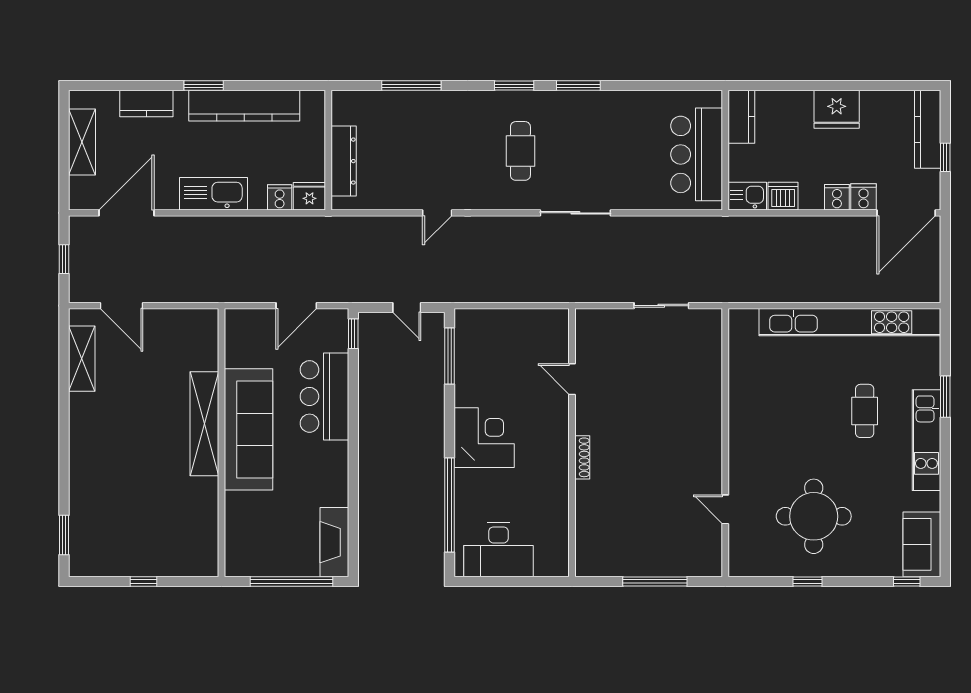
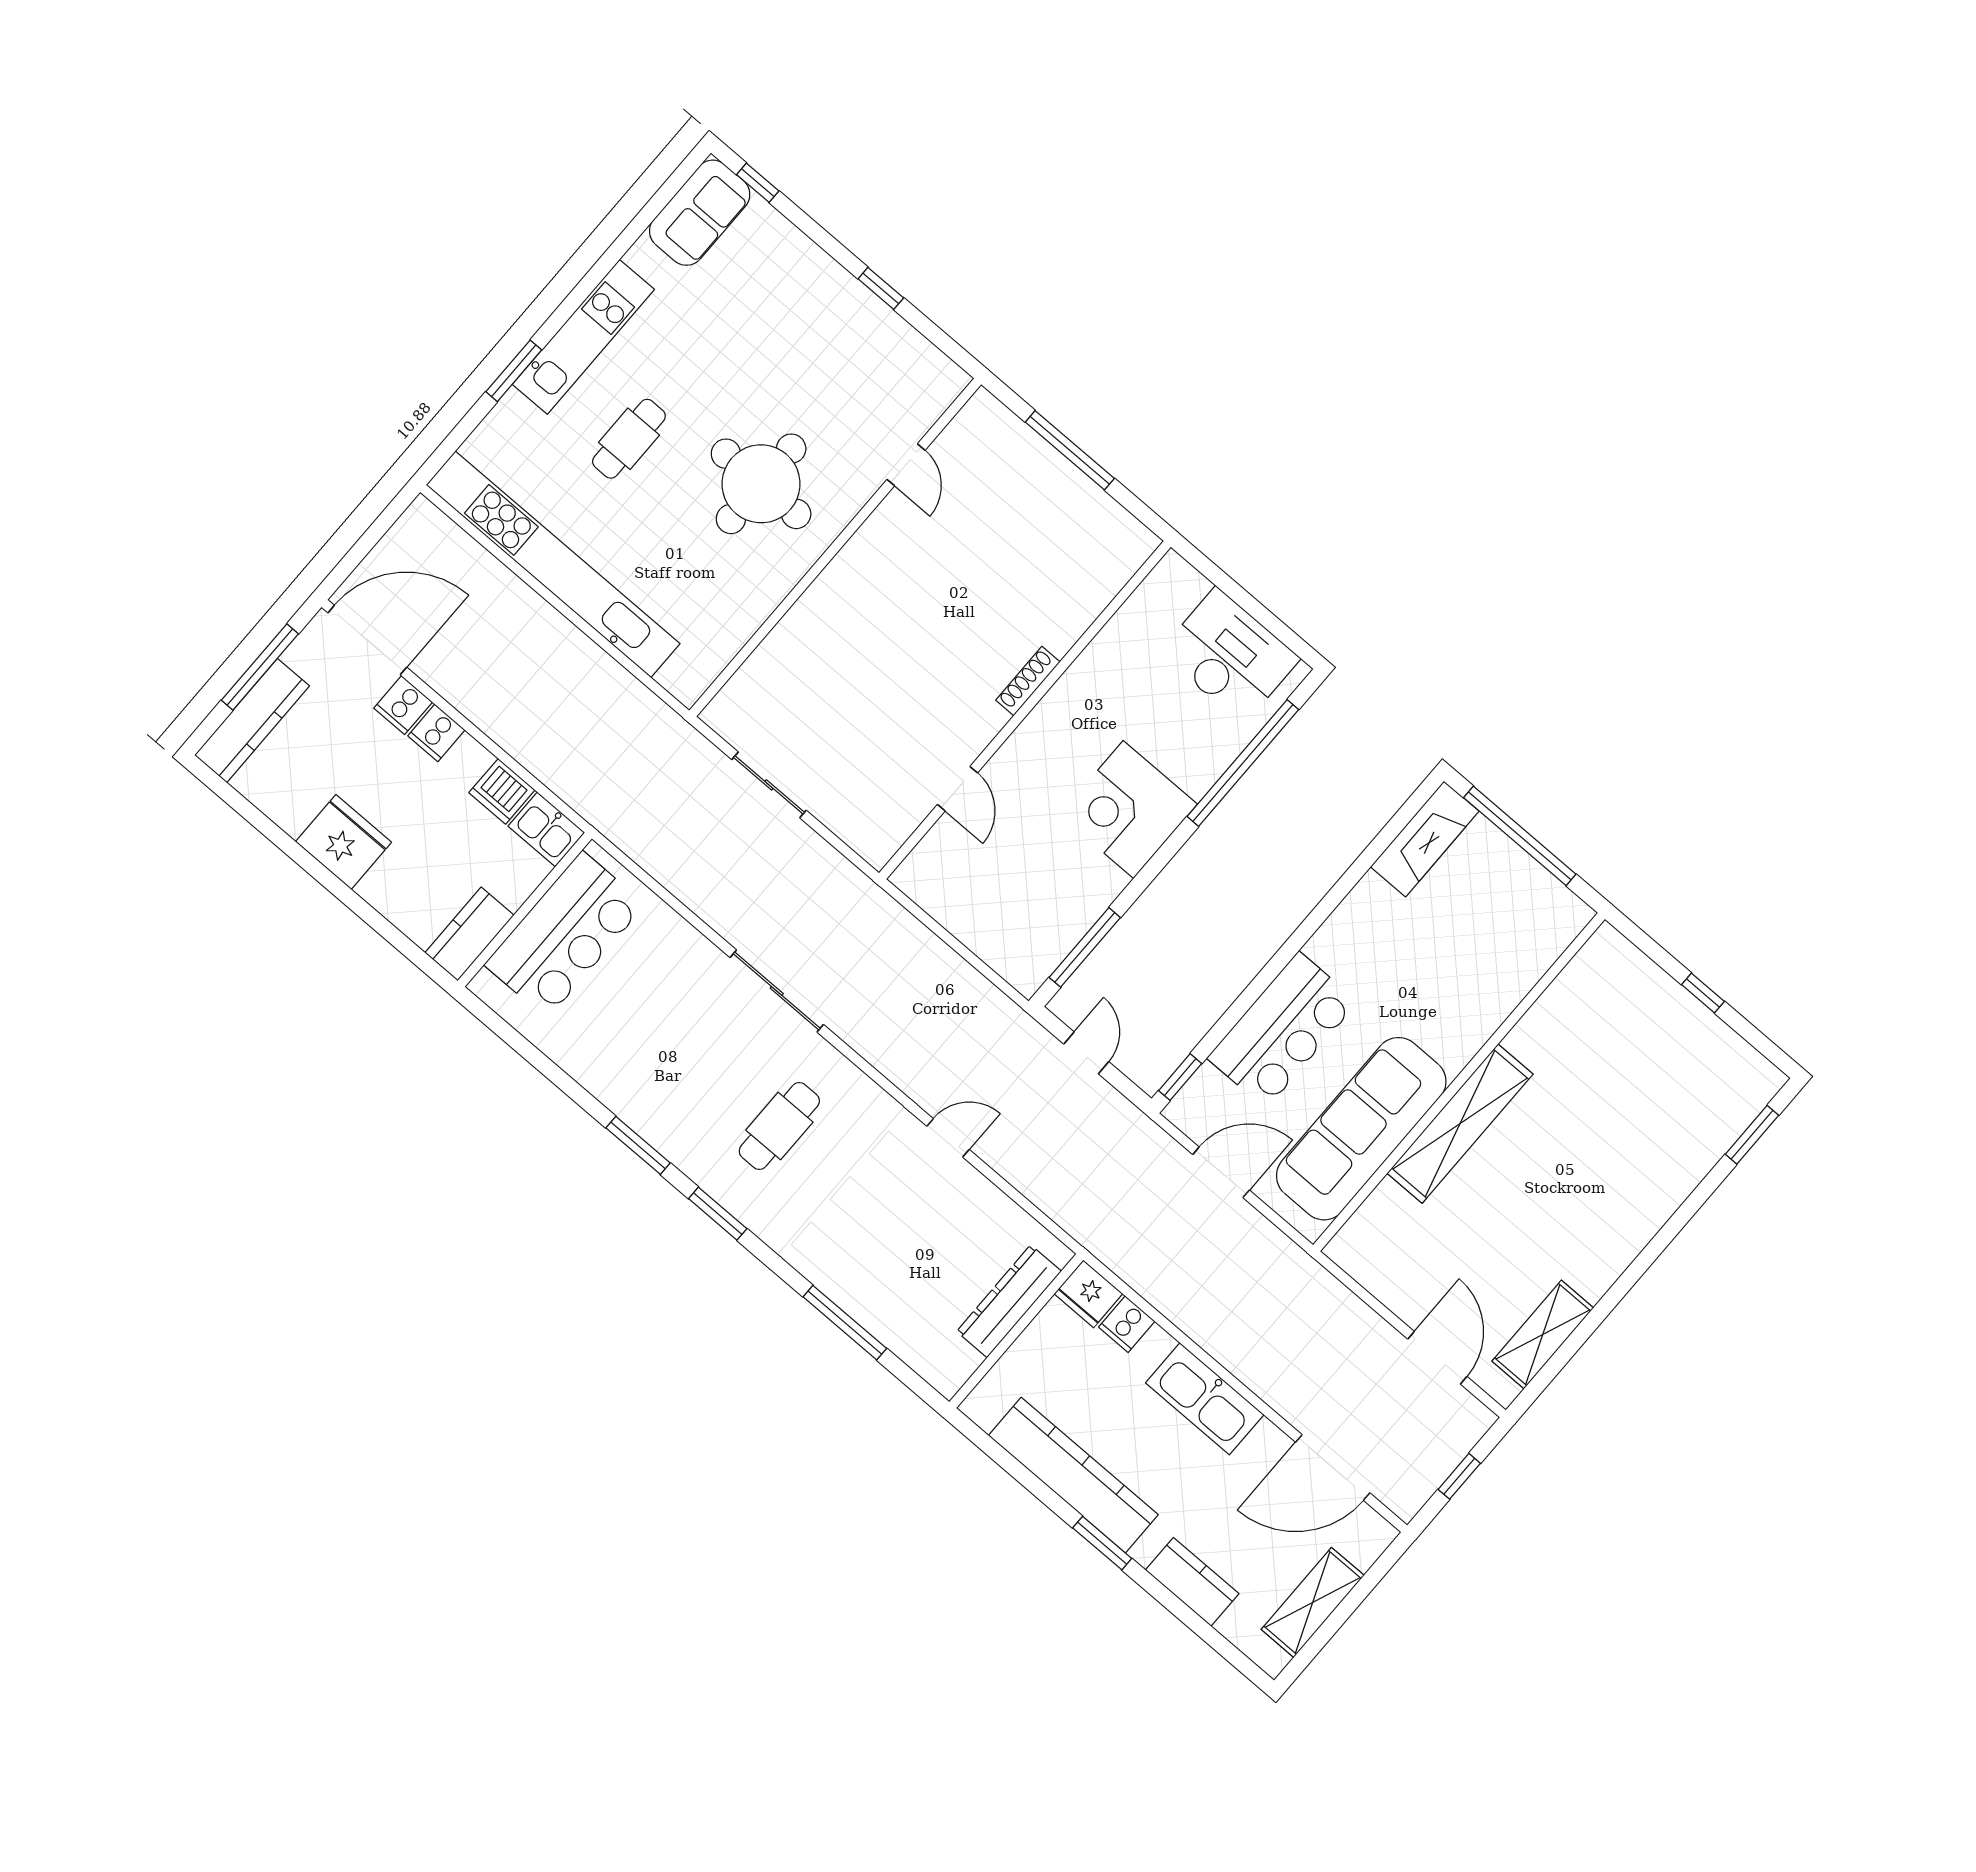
window: (945, 157) -> (260, 667), width x2.17
sofa: (248, 429) -> (1361, 1129), moved
round table: (814, 516) -> (761, 484), moved

